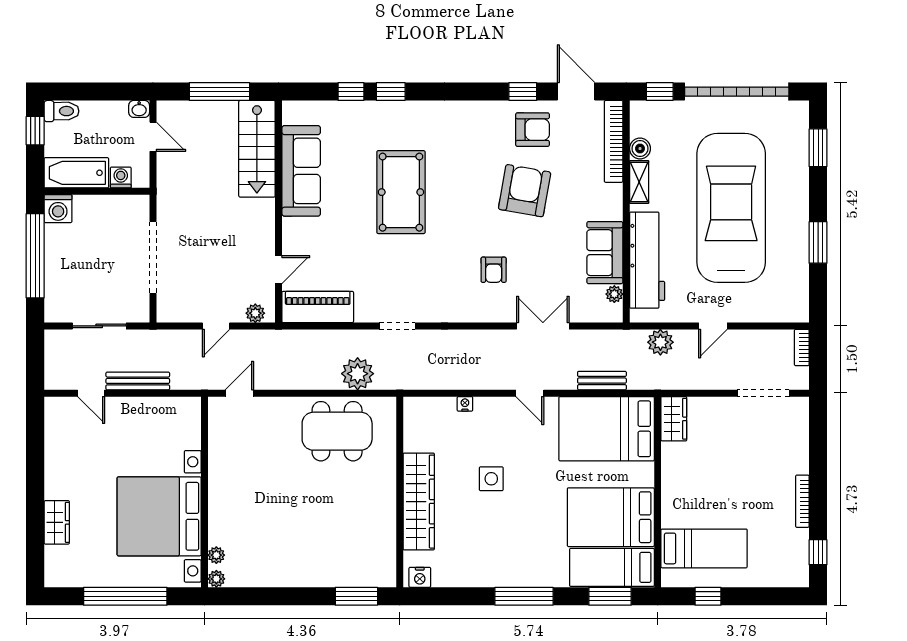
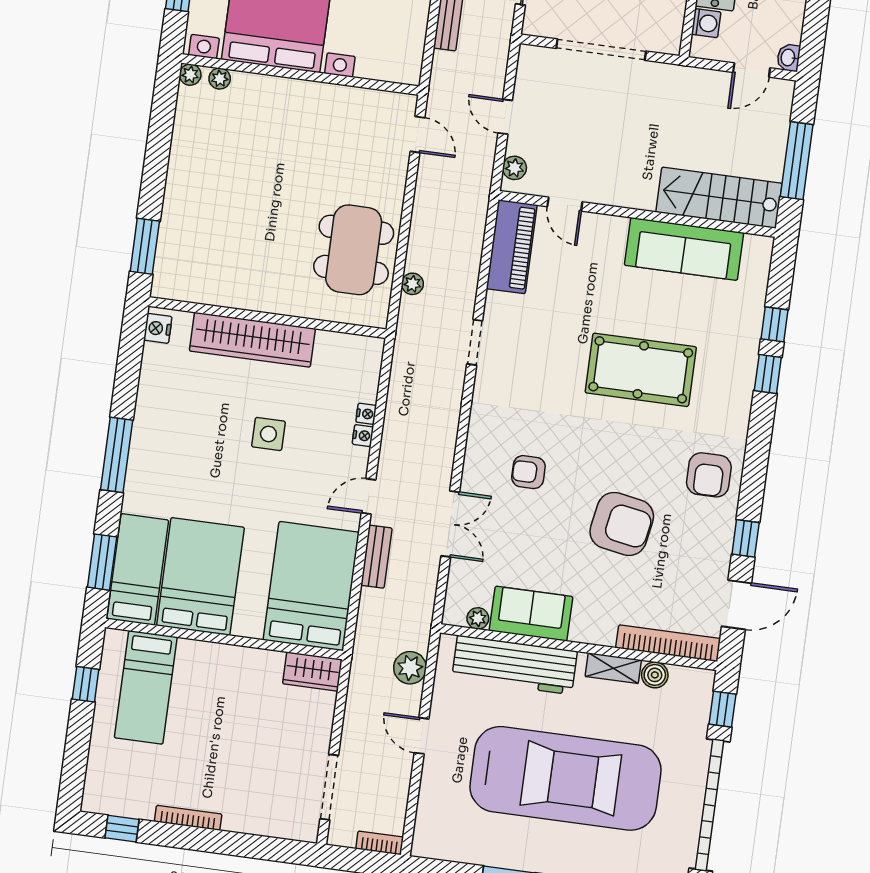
armchair: (533, 130) -> (709, 475), moved
plant: (358, 374) -> (412, 284), width x0.53, depth x0.53
bench: (602, 381) -> (376, 557), moved
nightstand: (482, 404) -> (363, 436), added

